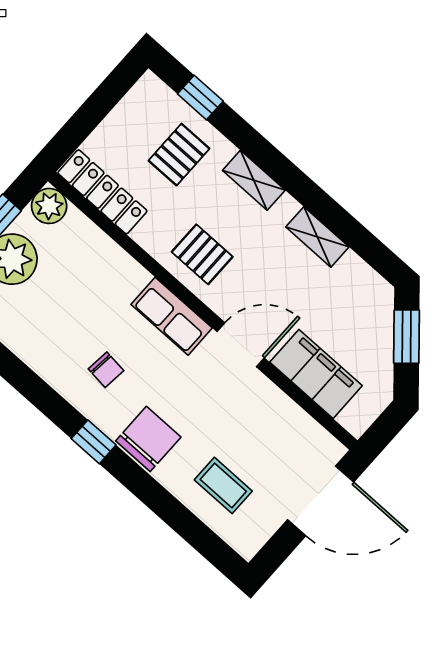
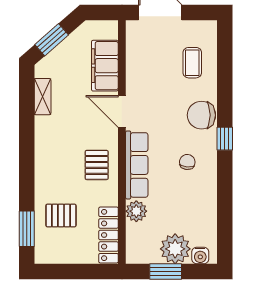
window: (200, 98) -> (27, 229), width x1.50
shelving: (254, 180) -> (42, 171), removed
plant: (49, 206) -> (136, 211), moved
shelving: (317, 237) -> (43, 97), moved
row of seats: (172, 316) -> (137, 165), width x1.48

